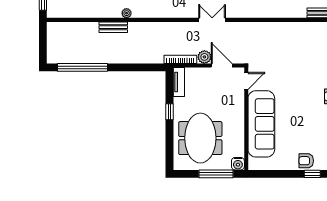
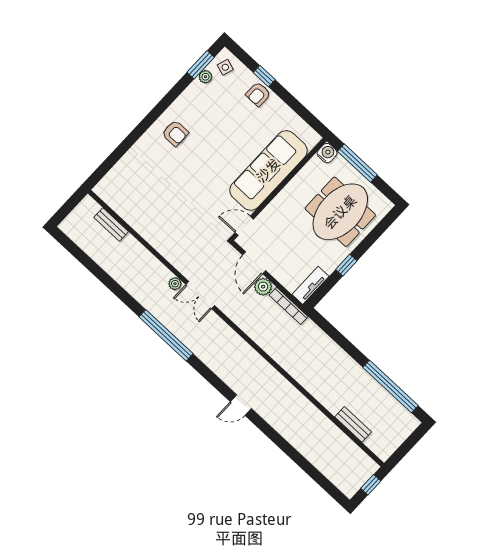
plant: (127, 13) -> (175, 284), moved
double door: (212, 20) -> (200, 295), moved
bench: (113, 27) -> (353, 424), moved
armchair: (306, 161) -> (258, 94), turned 90

